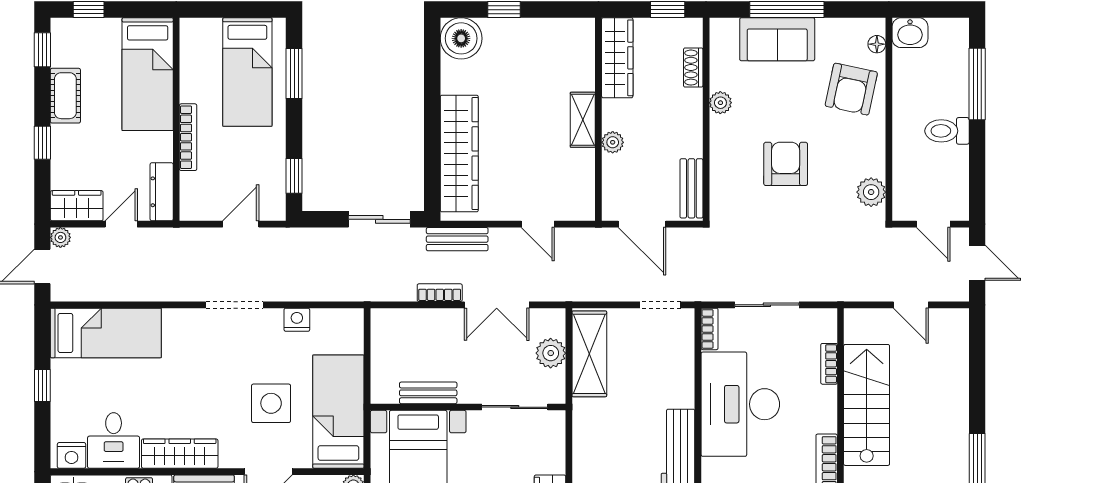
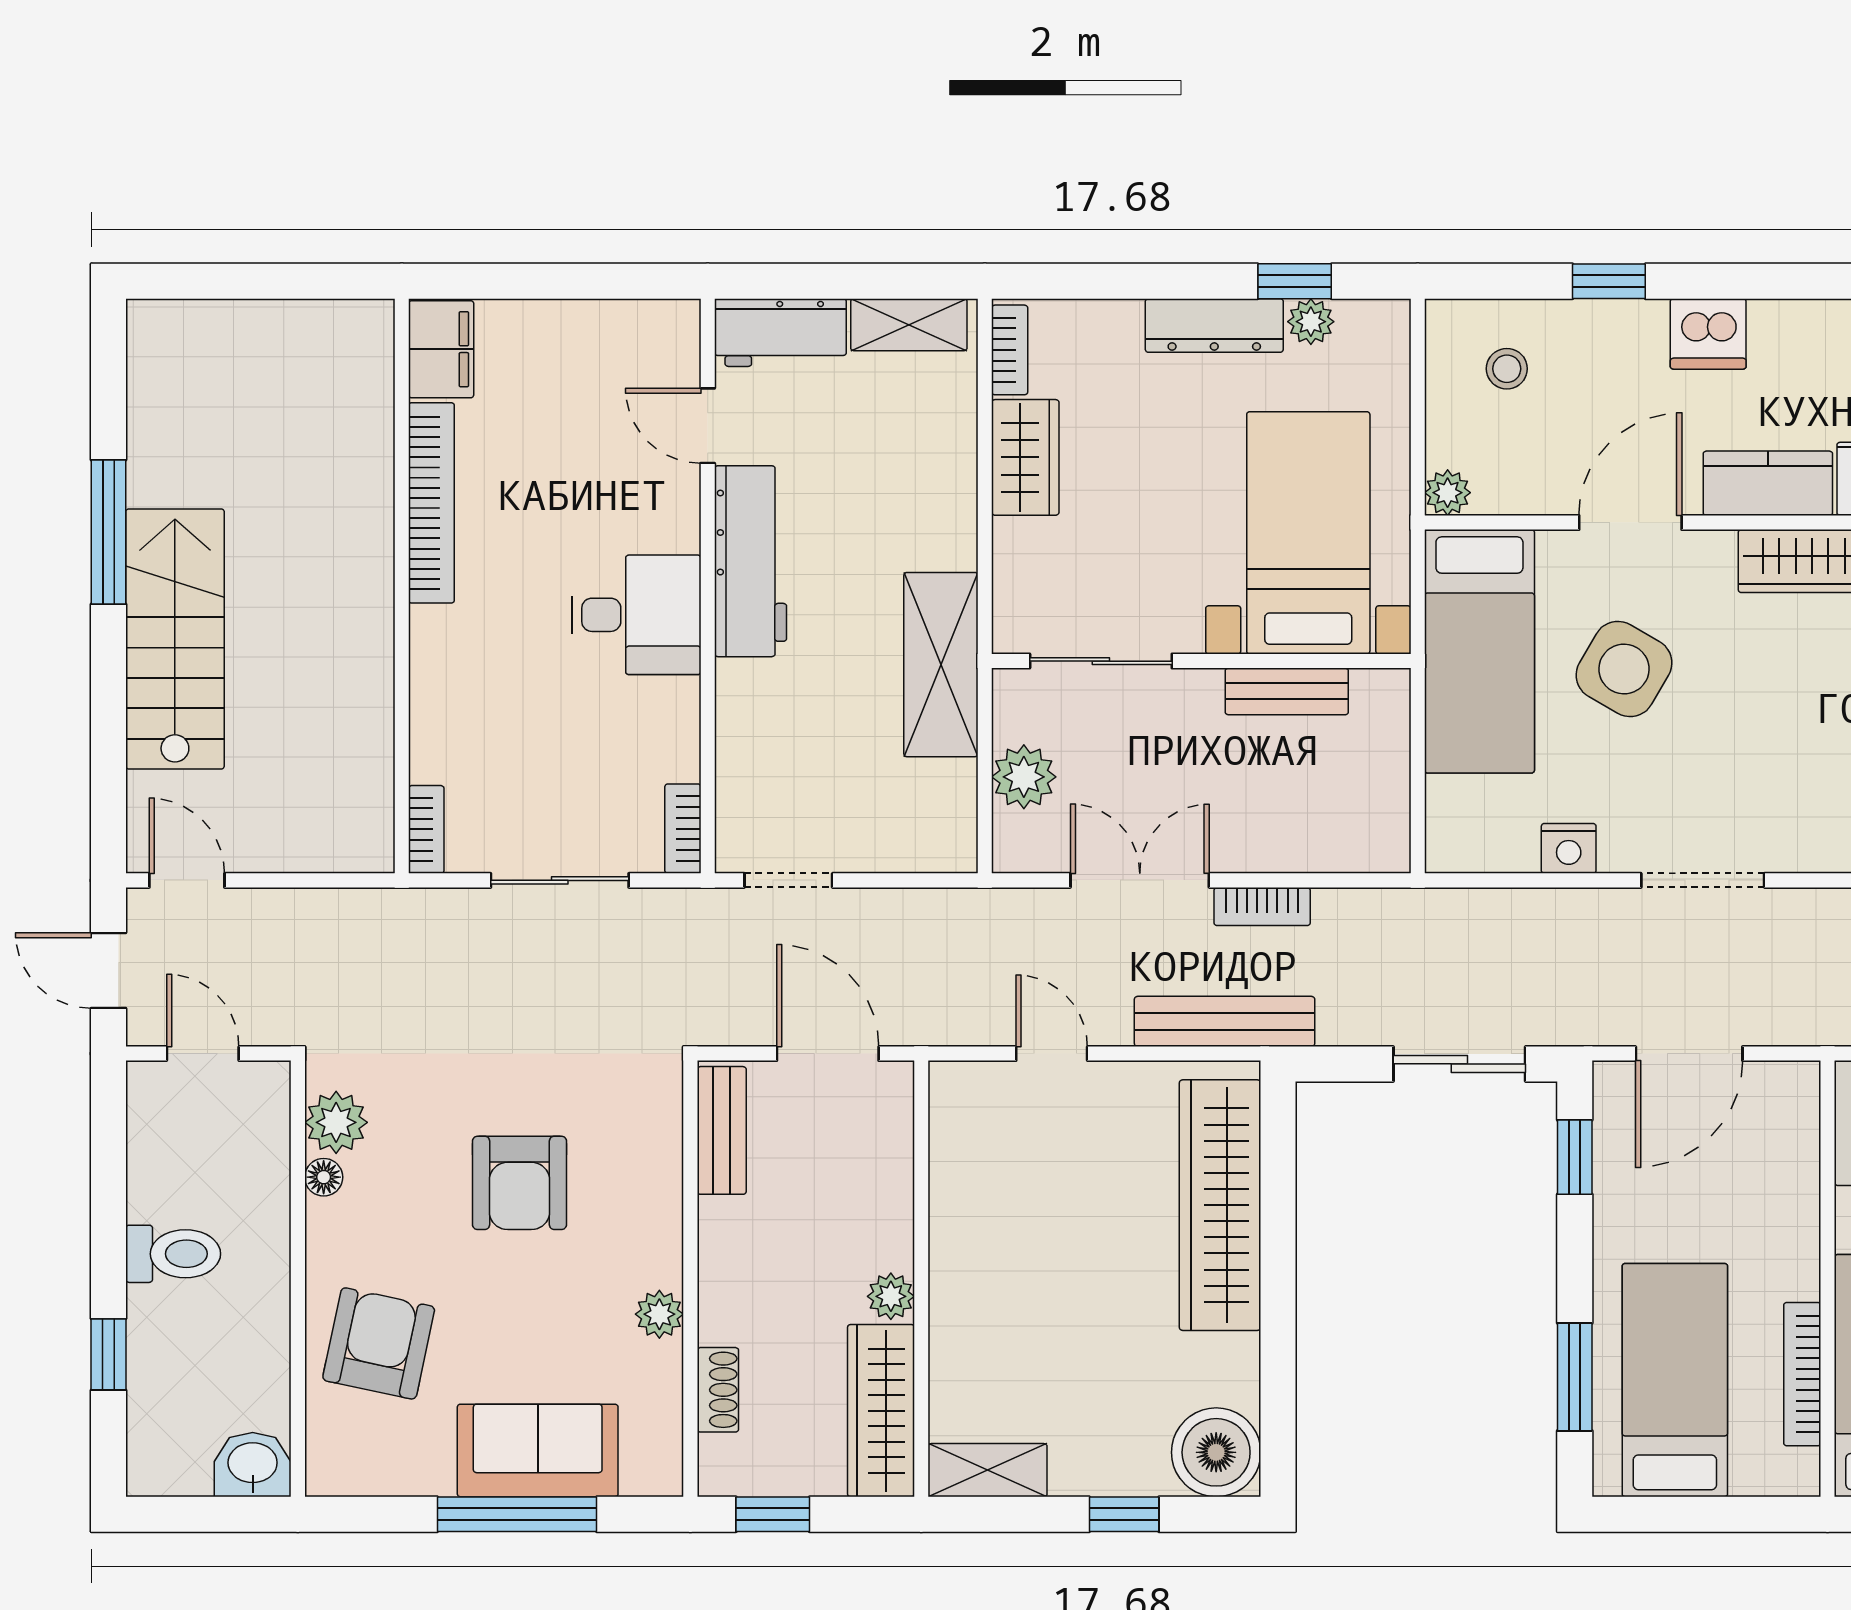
floor lamp: (877, 44) -> (324, 1177), moved
window: (977, 84) -> (109, 1354), width x0.46
shelving: (583, 120) -> (988, 1470), moved, turned 90
bookcase: (188, 137) -> (1802, 1374), moved
plant: (613, 142) -> (891, 1296), moved
sliding door: (379, 219) -> (1459, 1064), moved
door: (241, 224) -> (1689, 1054), width x1.38
bench: (457, 239) -> (1225, 1021), width x1.36
door: (911, 305) -> (187, 880), moved
shelving: (589, 354) -> (941, 665), moved
bookcase: (829, 364) -> (426, 829), moved
side table: (271, 403) -> (1624, 669), turned 30
desk: (740, 404) -> (636, 615), width x0.53, depth x0.77
stairs: (867, 405) -> (175, 639), moved, turned 180

